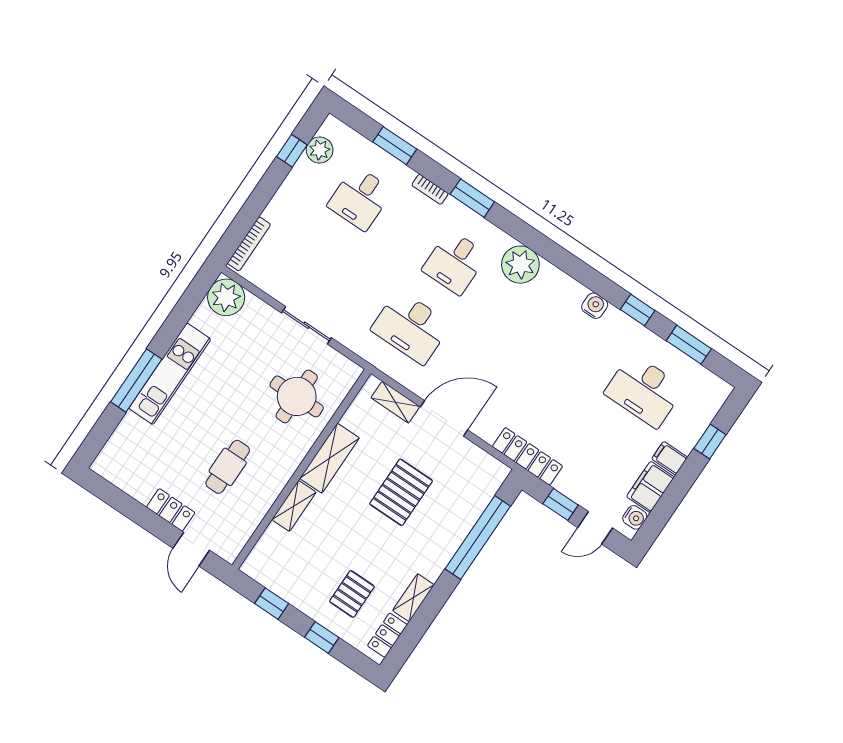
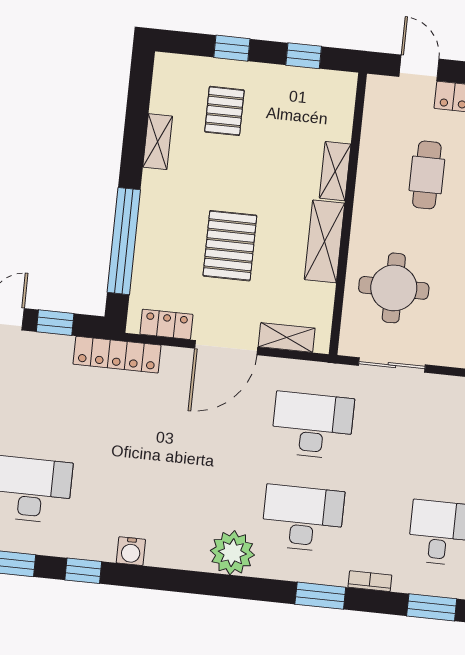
desk: (455, 262) -> (303, 518), width x1.37
sliding door: (306, 325) -> (392, 365), moved
locker: (387, 635) -> (166, 324), moved, turned -90

